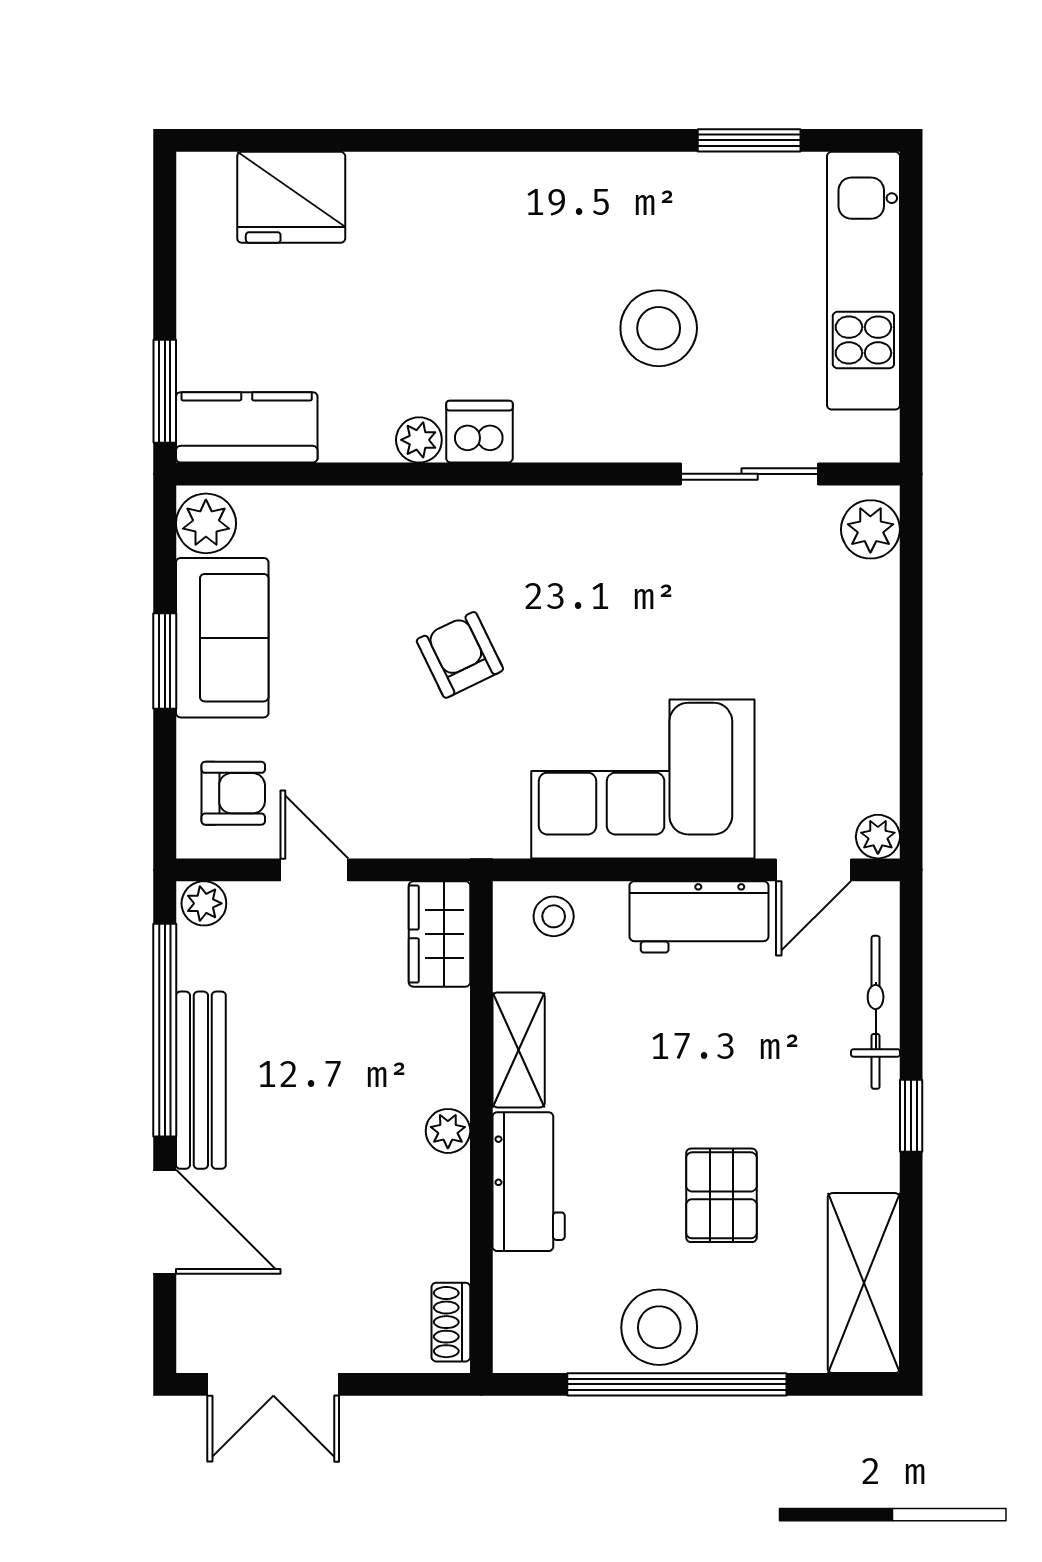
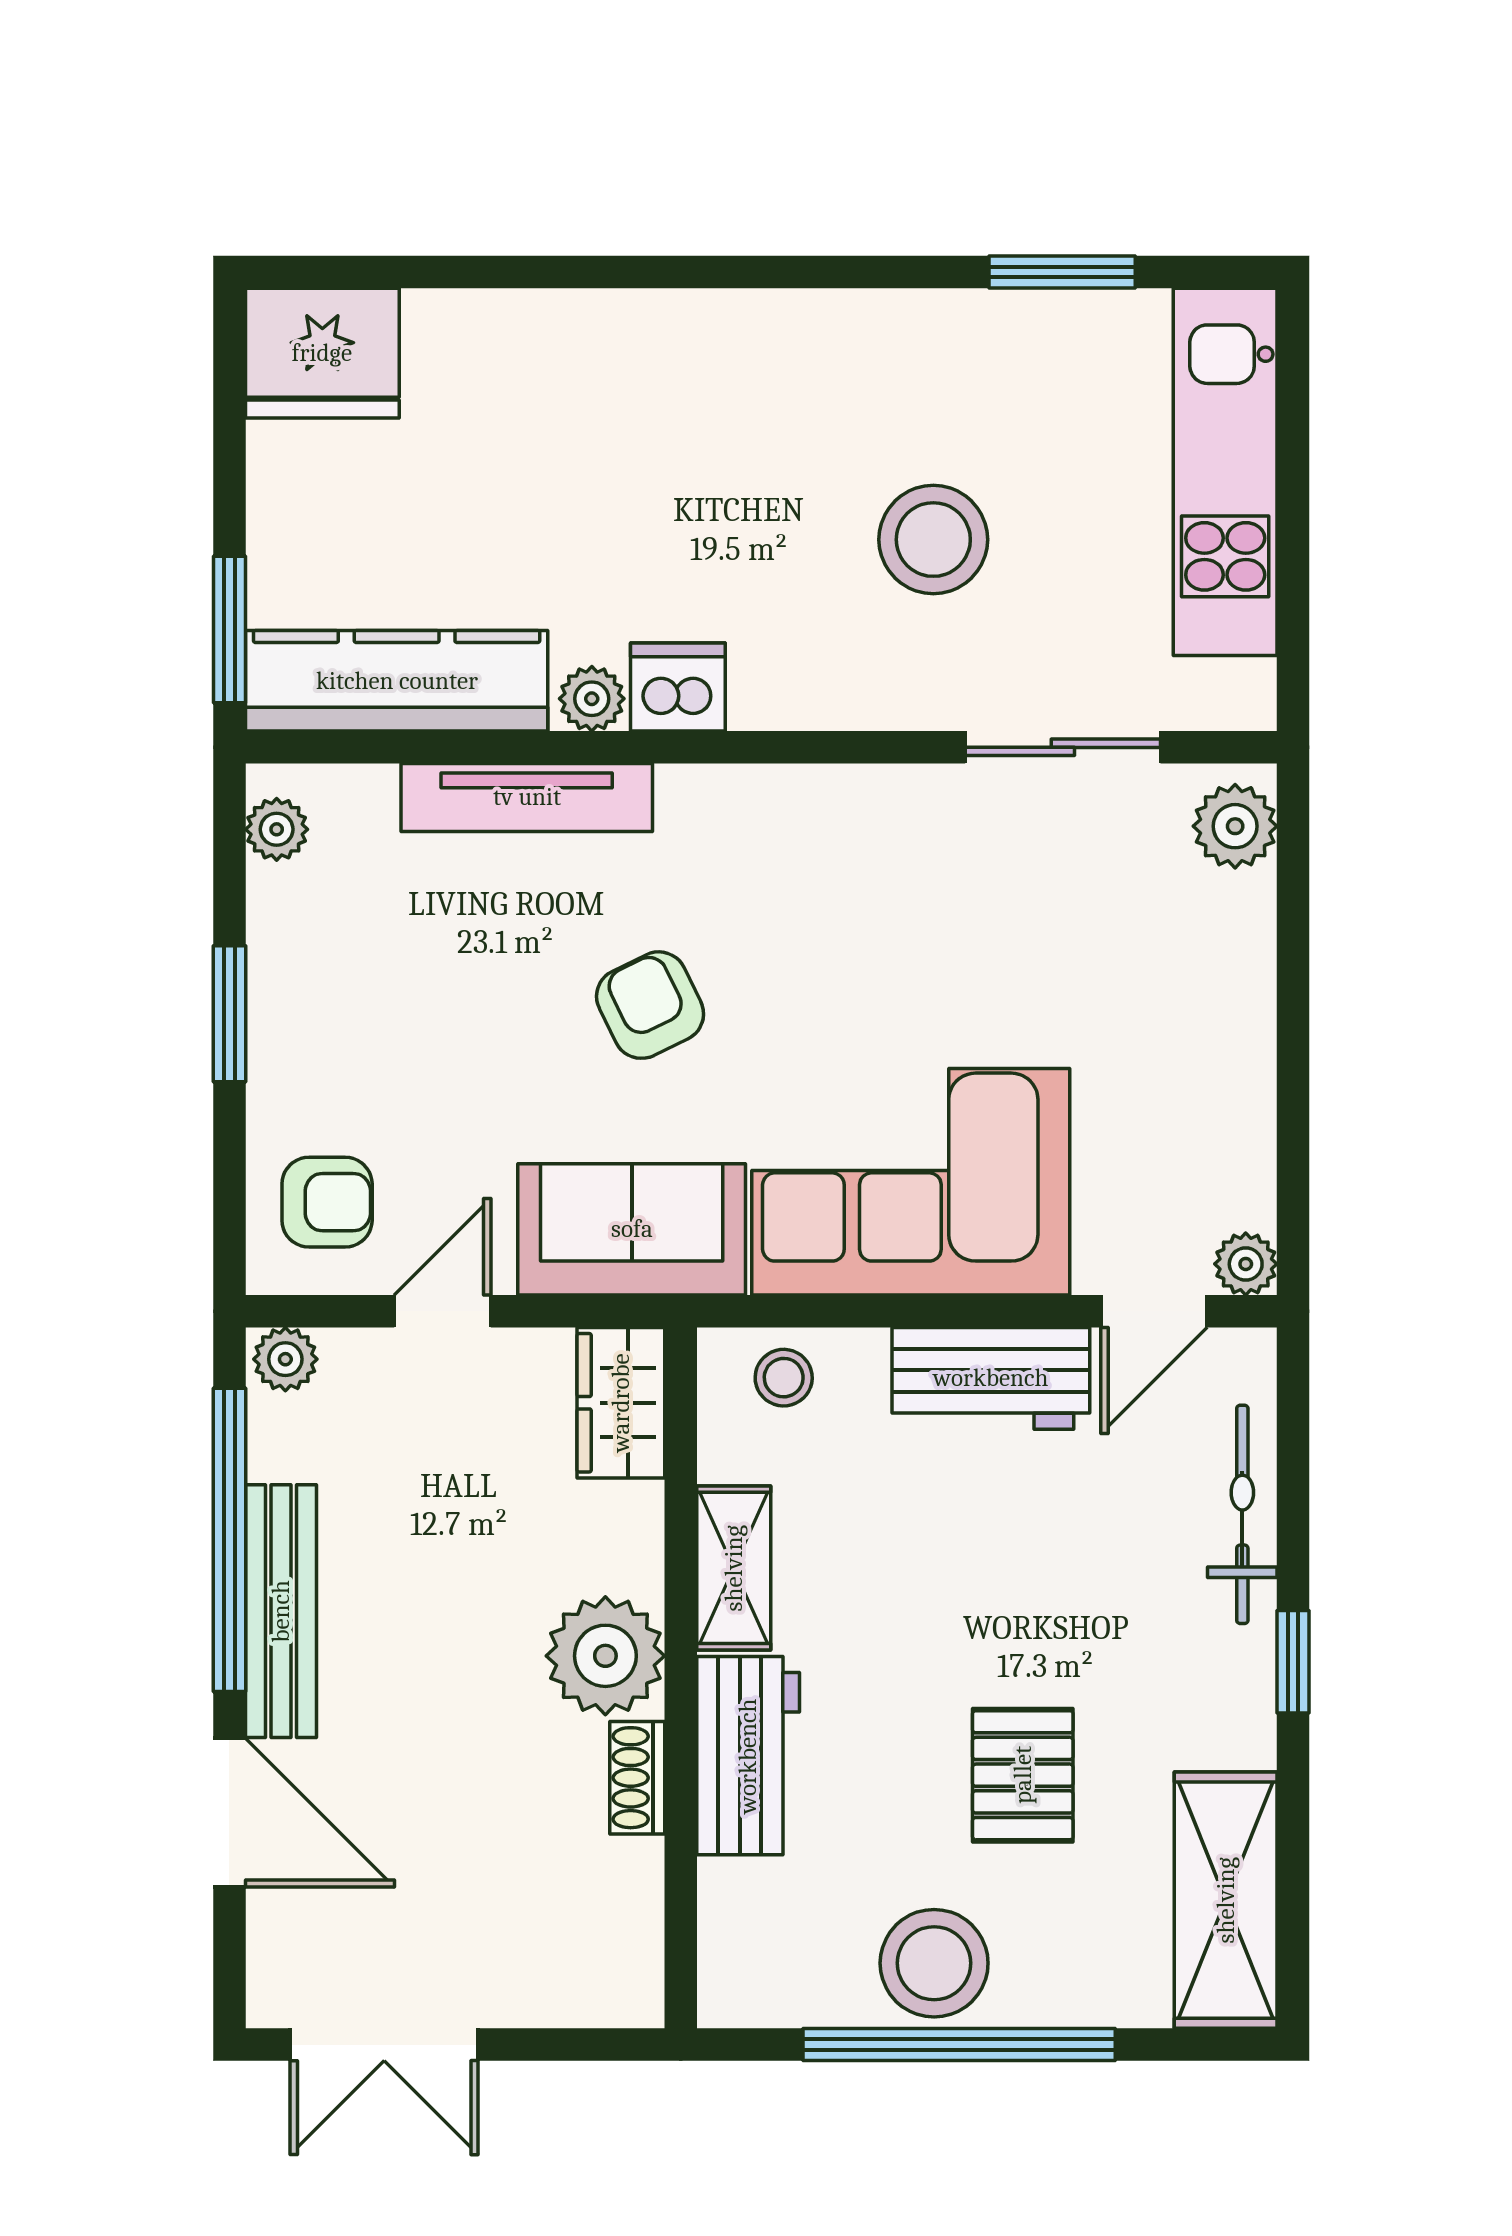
fridge: (291, 197) -> (322, 353), moved
kitchen counter: (247, 427) -> (397, 681), width x1.50
tv unit: (373, 509) -> (527, 797), added
plant: (206, 523) -> (277, 829), width x0.73, depth x0.73
sofa: (222, 638) -> (632, 1229), moved, turned -90
door: (314, 870) -> (443, 1311), hinge flipped
plant: (448, 1131) -> (605, 1656), width x1.88, depth x1.88
shoe rack: (451, 1322) -> (637, 1778), moved

